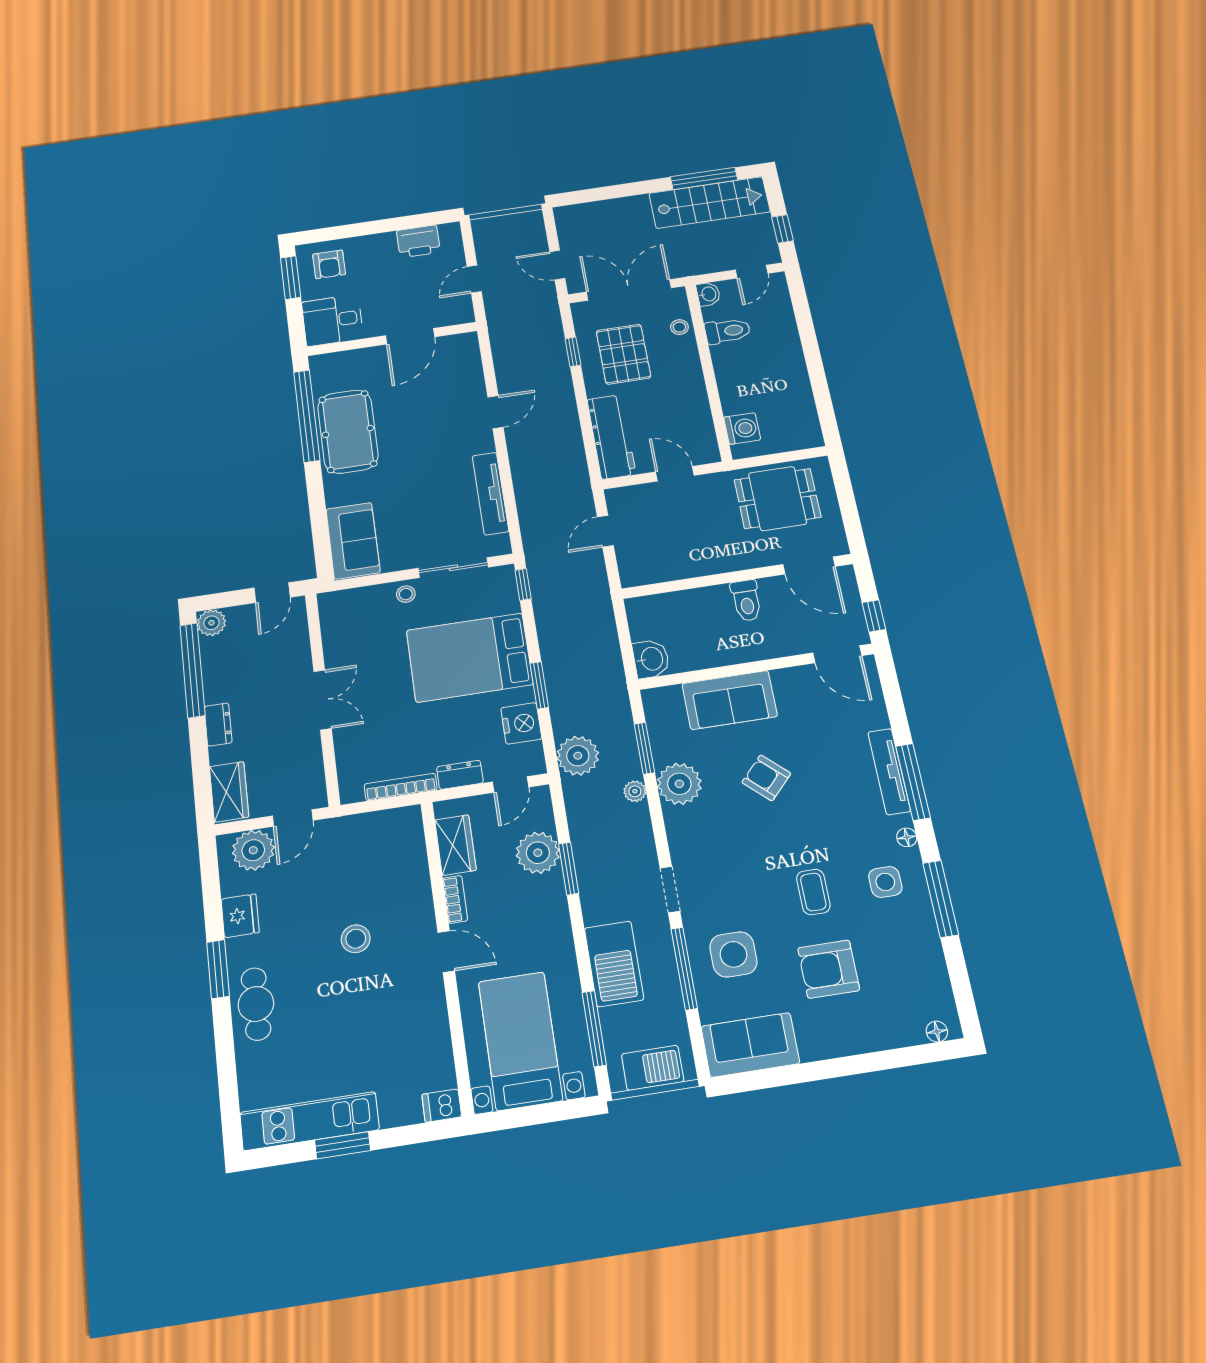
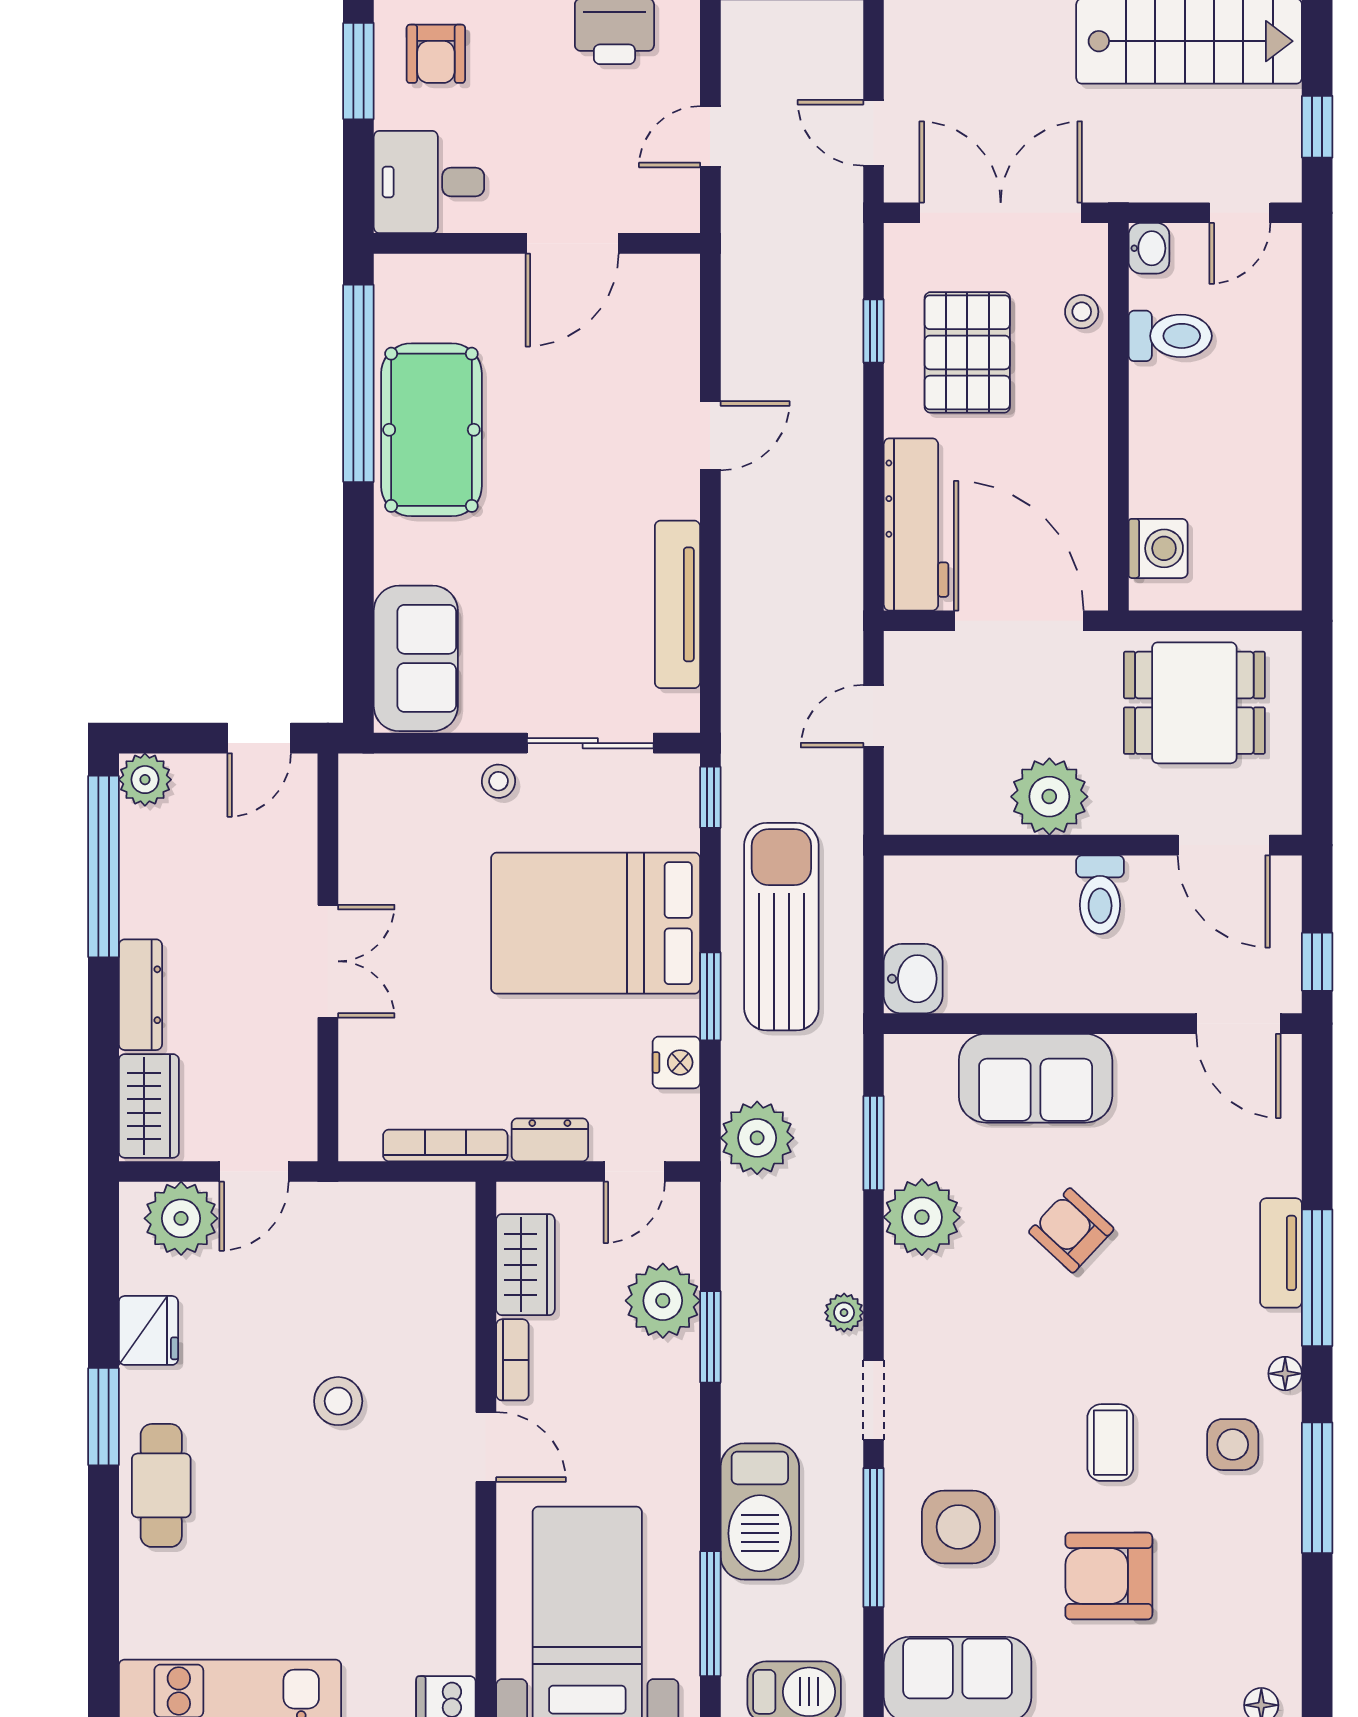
door: (675, 474) -> (1019, 621), width x1.88
plant: (708, 556) -> (1049, 797), added
sun lounger: (573, 643) -> (781, 927), added
nightstand: (521, 723) -> (676, 1062), width x0.74, depth x0.75
dresser: (218, 725) -> (140, 995), width x1.44
tv unit: (889, 772) -> (1281, 1253), width x0.71
plant: (635, 791) -> (844, 1313), moved

